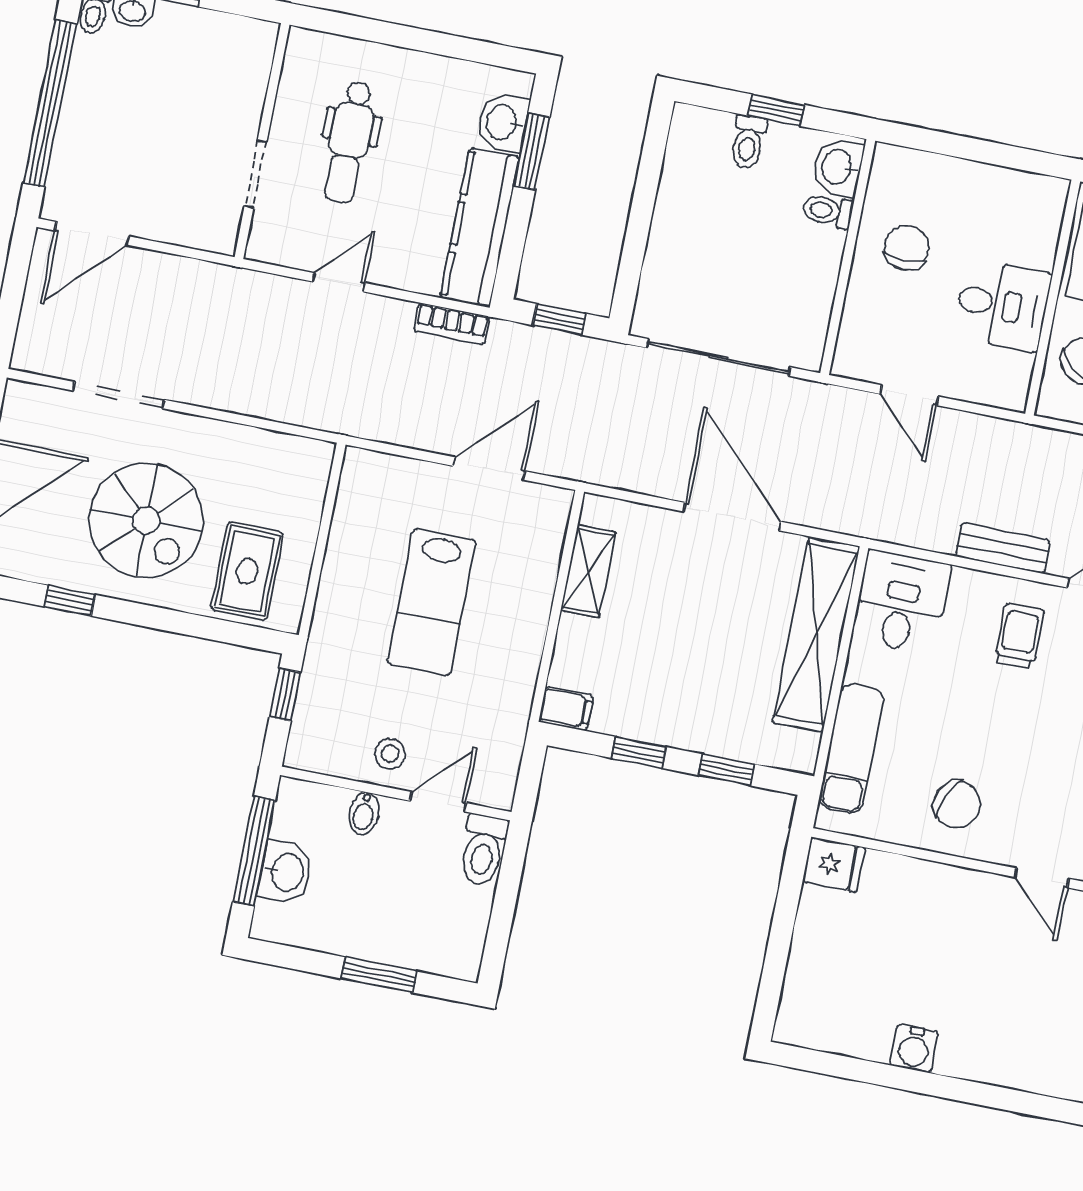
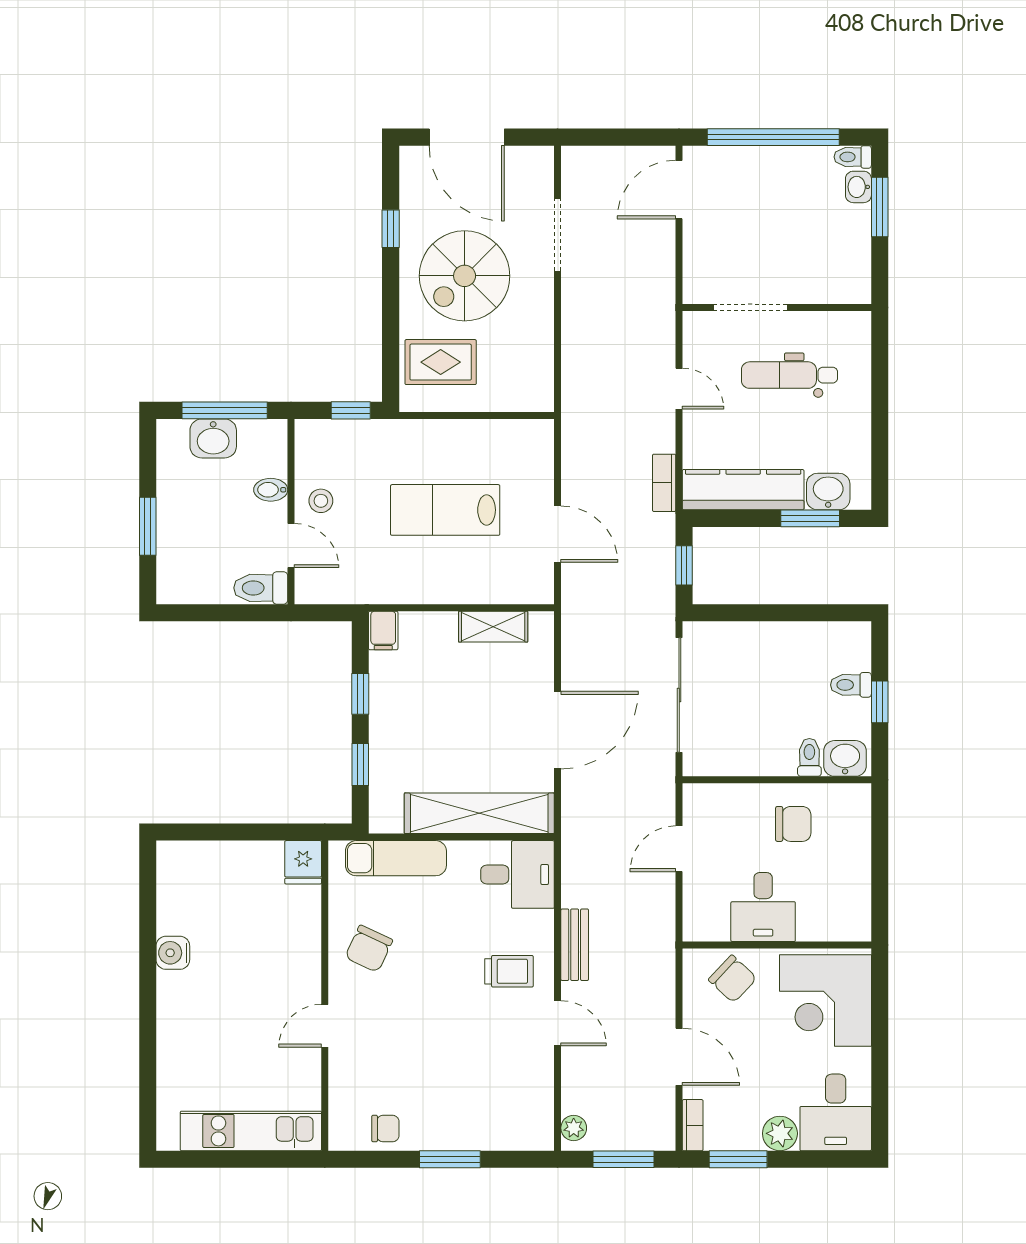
doorway: (256, 174) -> (750, 307), width x1.38
door: (92, 233) -> (679, 190), hinge flipped

